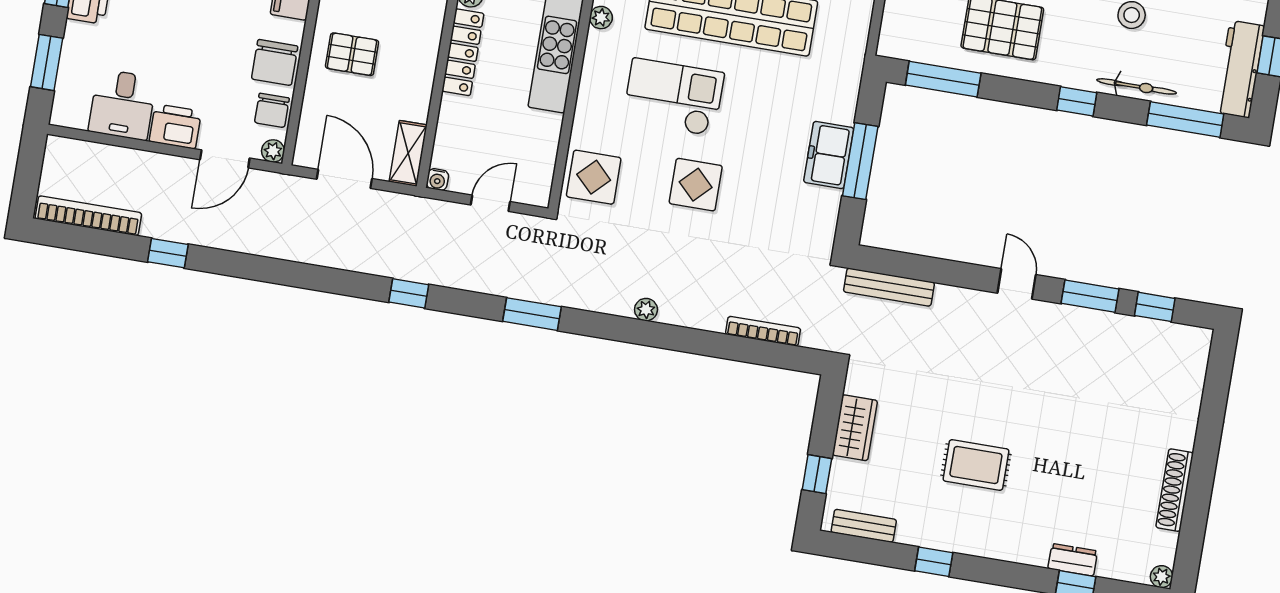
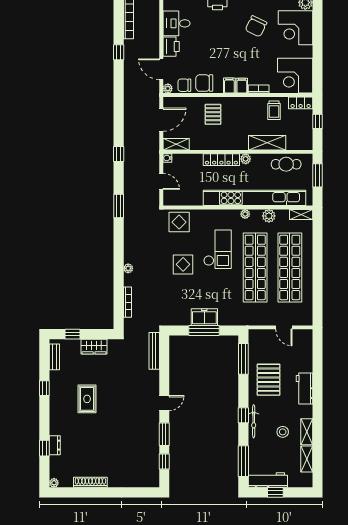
bicycle: (1137, 86) -> (254, 421), moved
plant: (646, 310) -> (128, 268), moved

